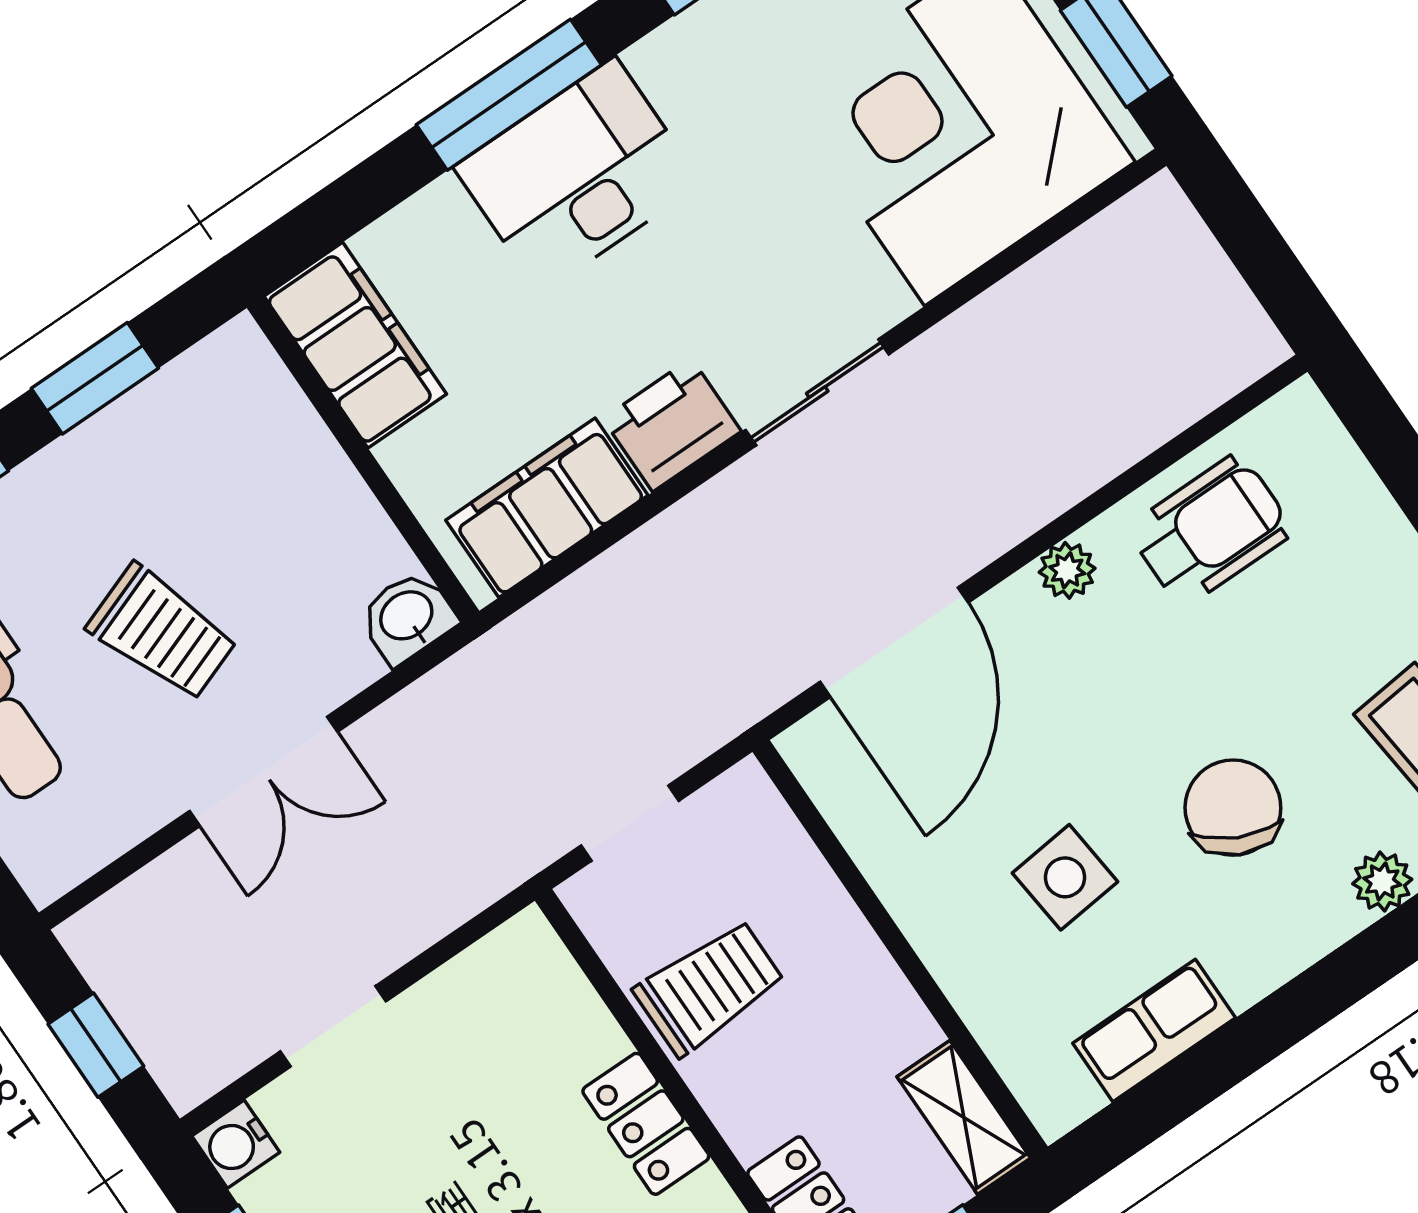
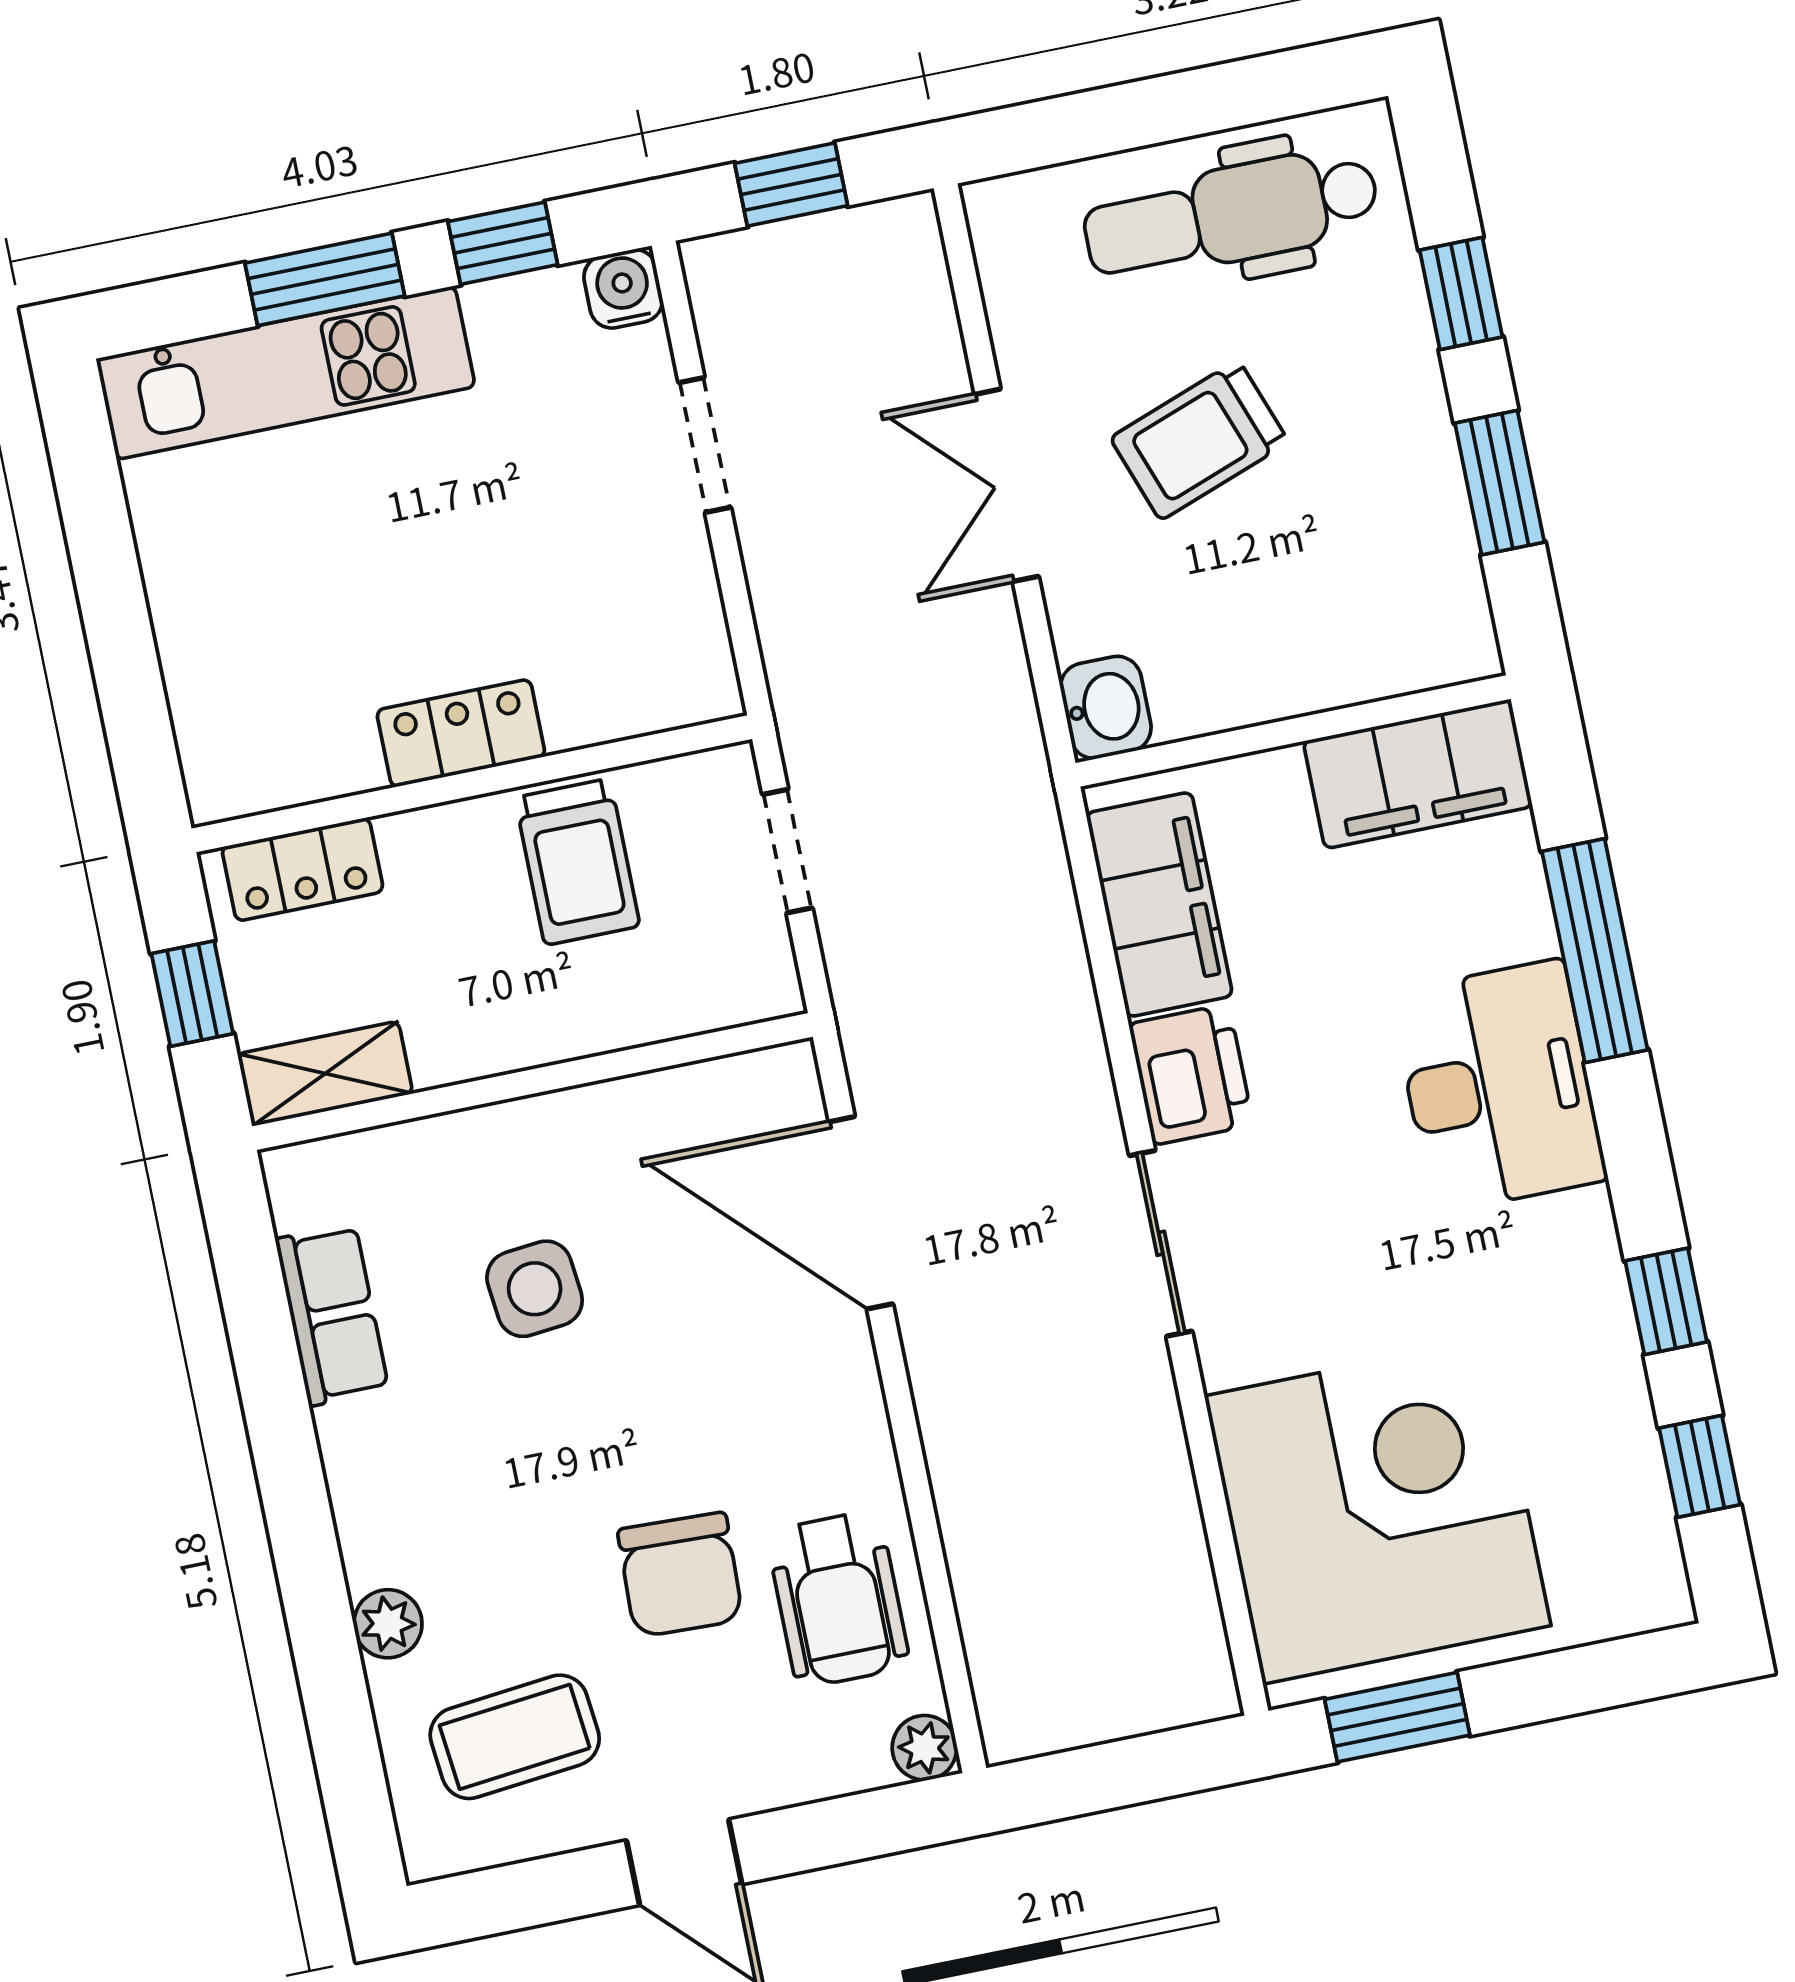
window: (509, 95) -> (1595, 951), moved
plant: (1067, 570) -> (924, 1748), moved
chair: (1233, 808) -> (680, 1575), moved, turned 66

